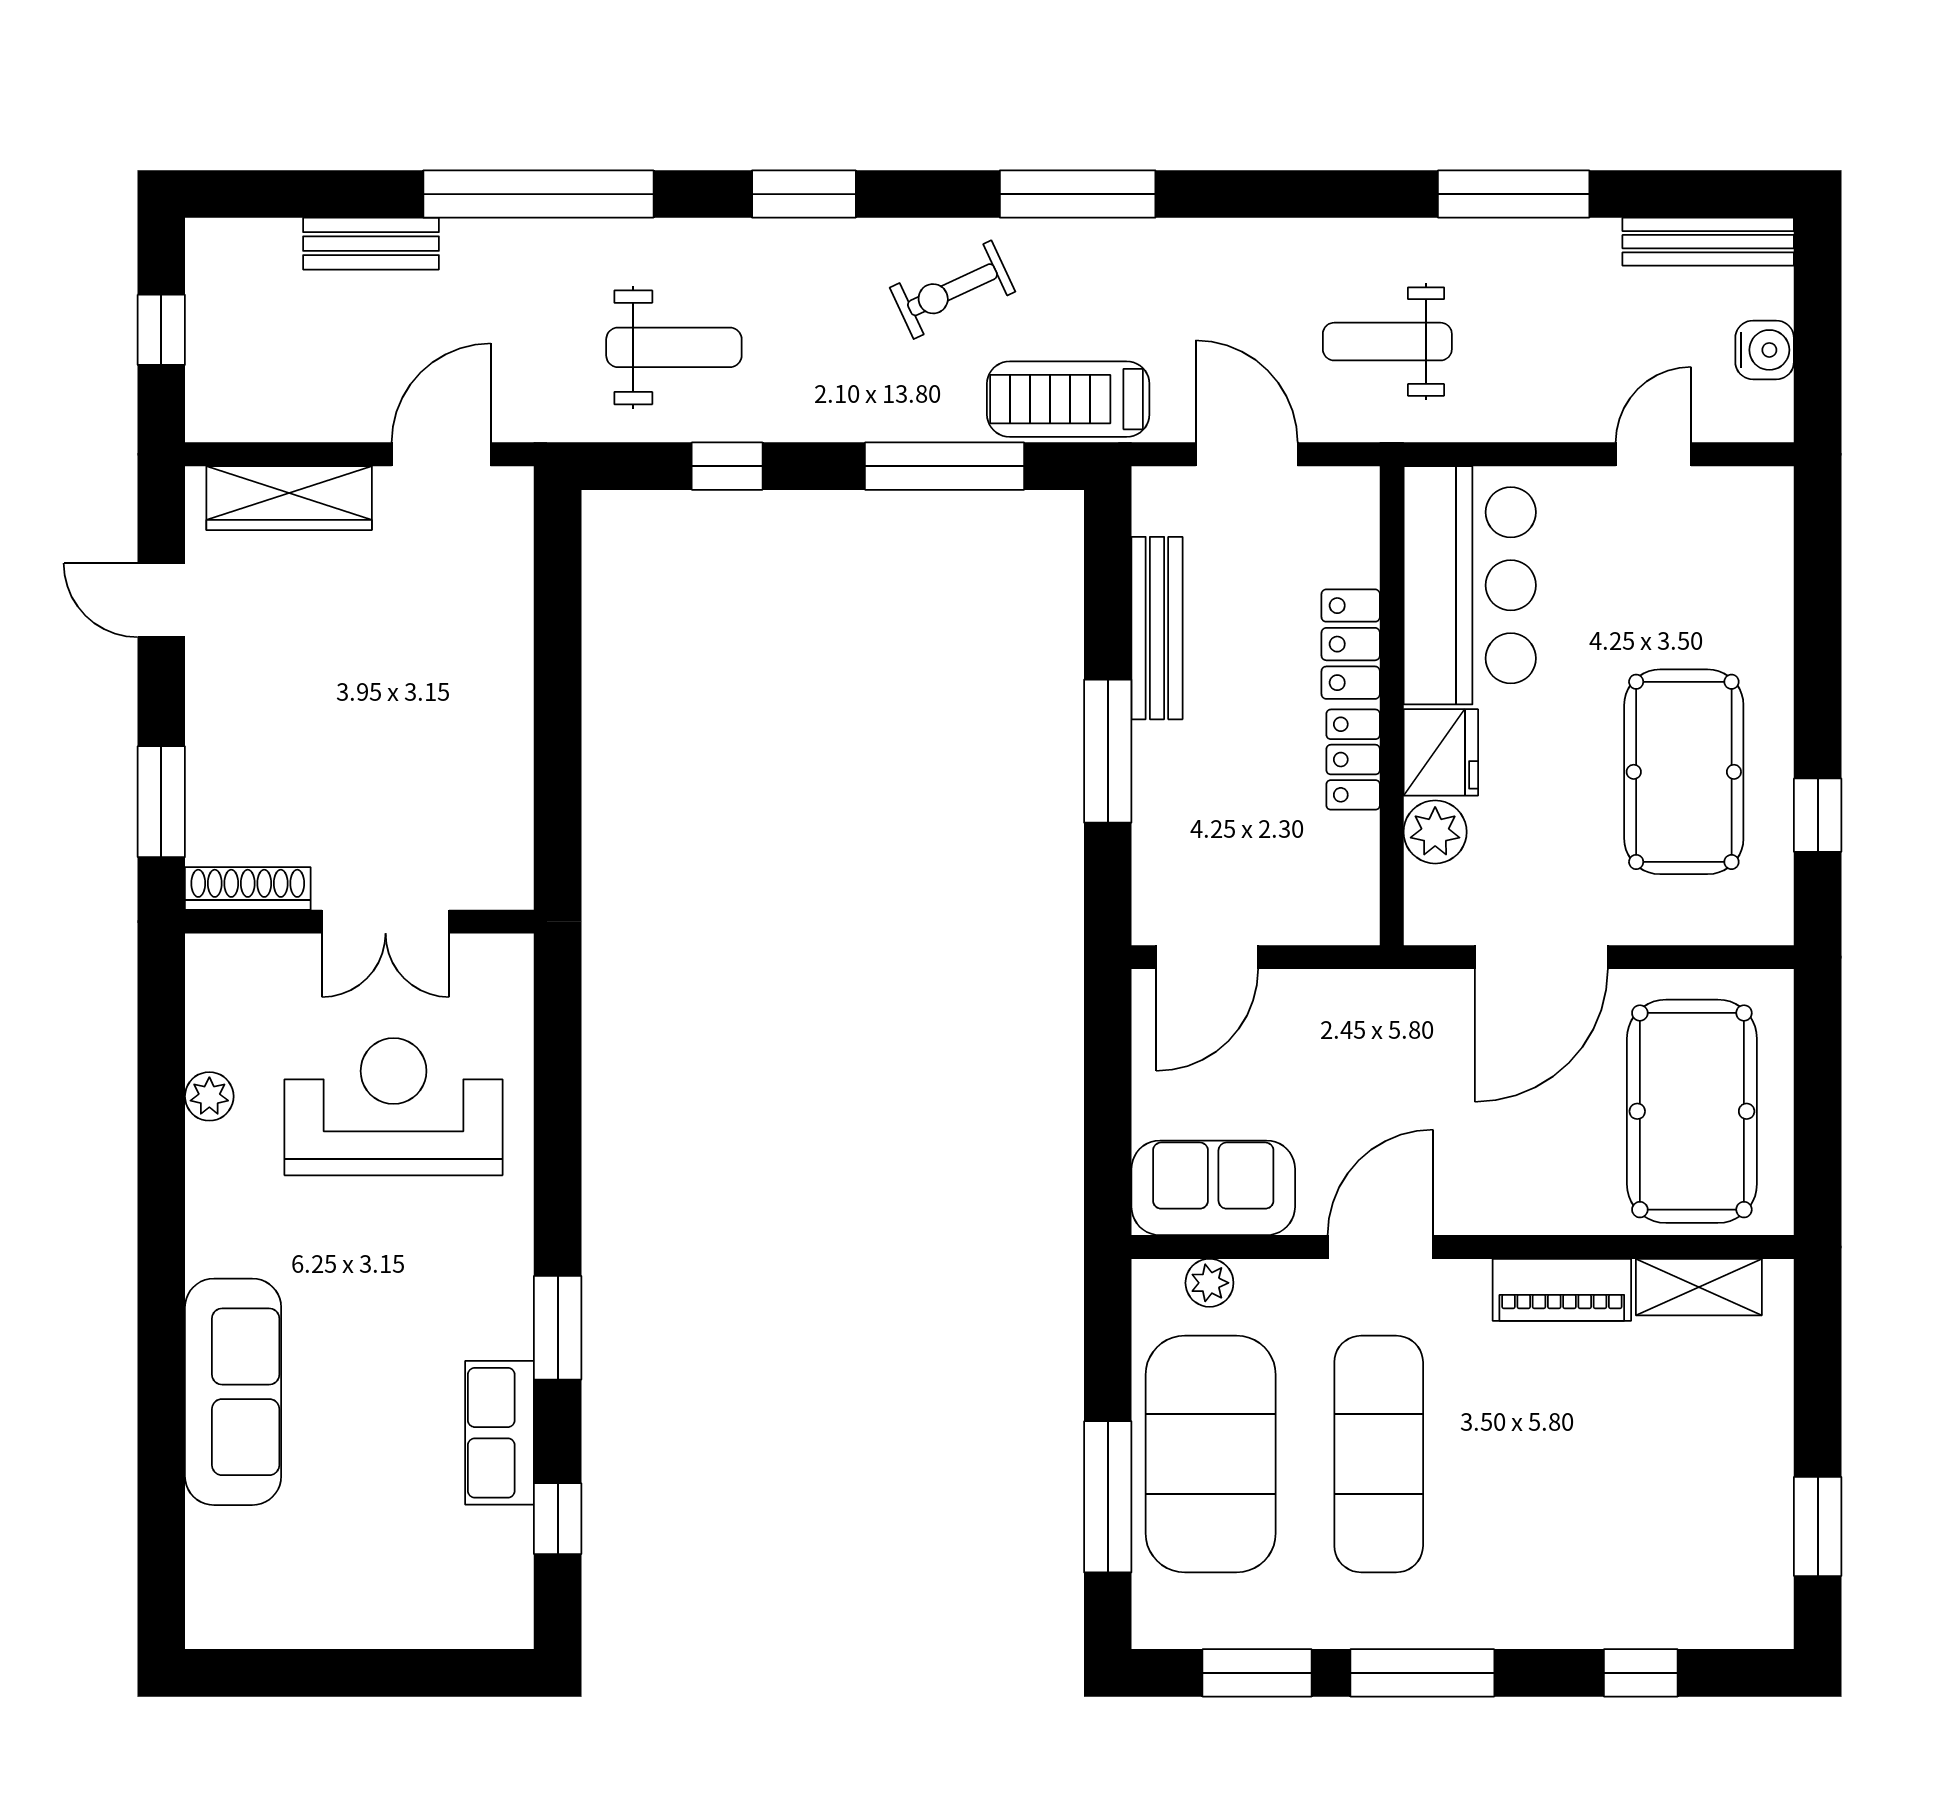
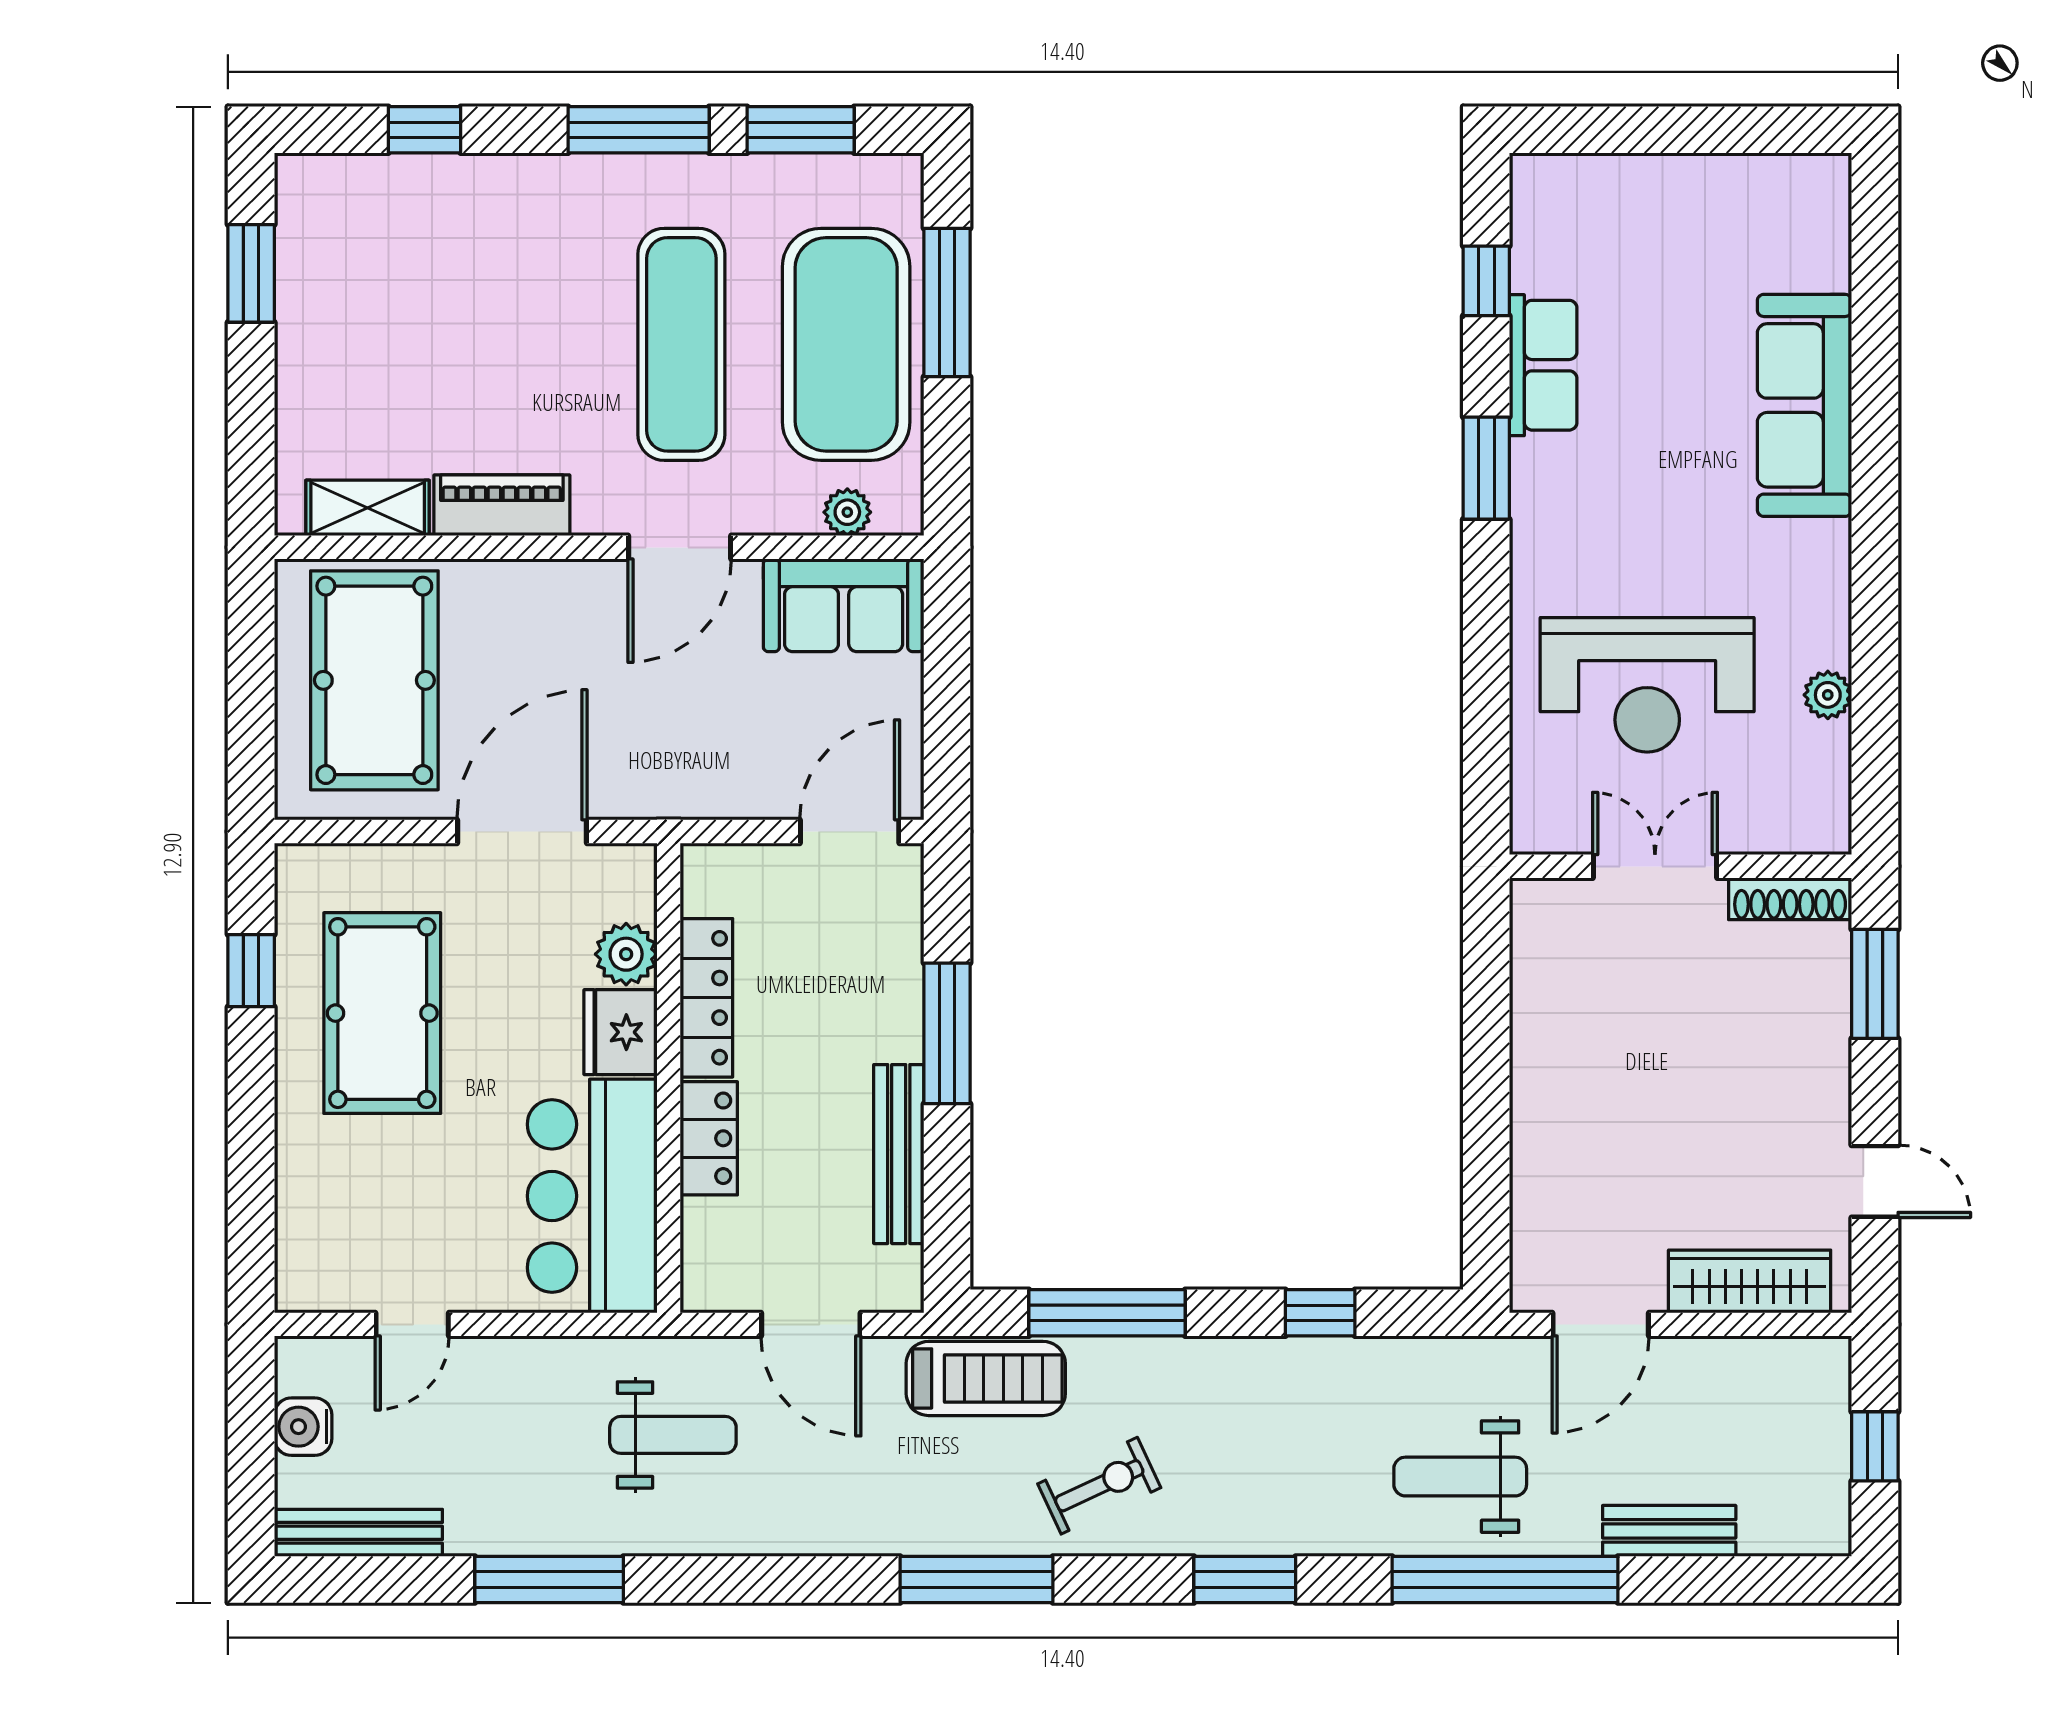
weight bench: (674, 347) -> (1460, 1477), moved
locker: (1353, 760) -> (706, 998), width x1.53

